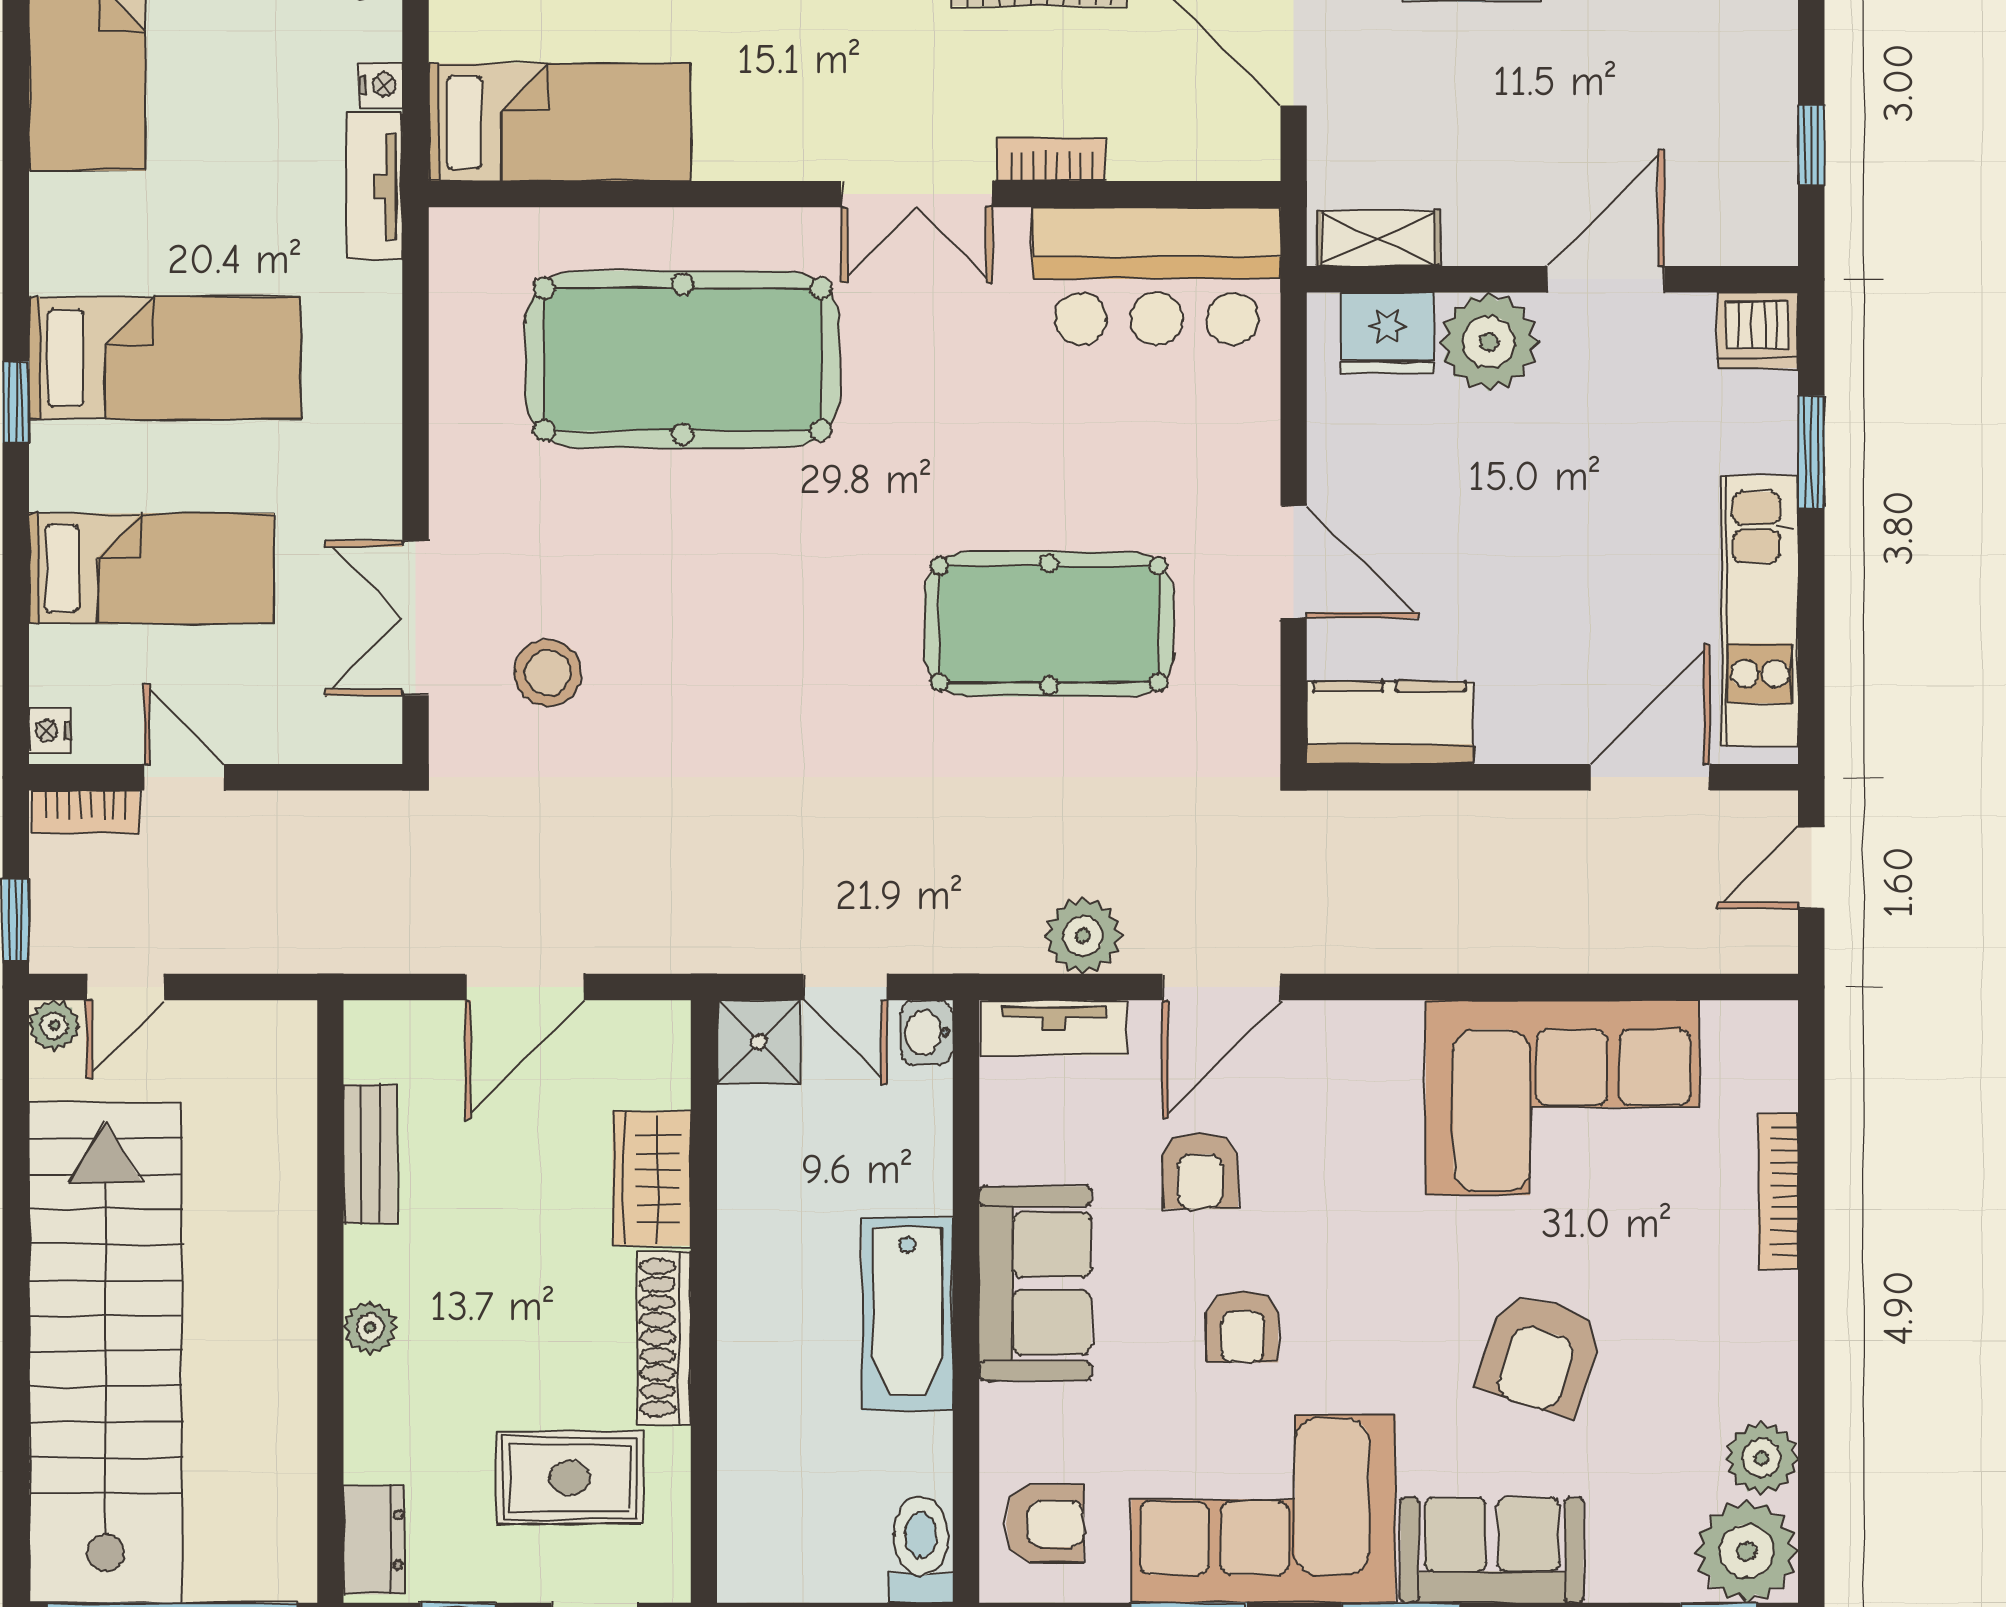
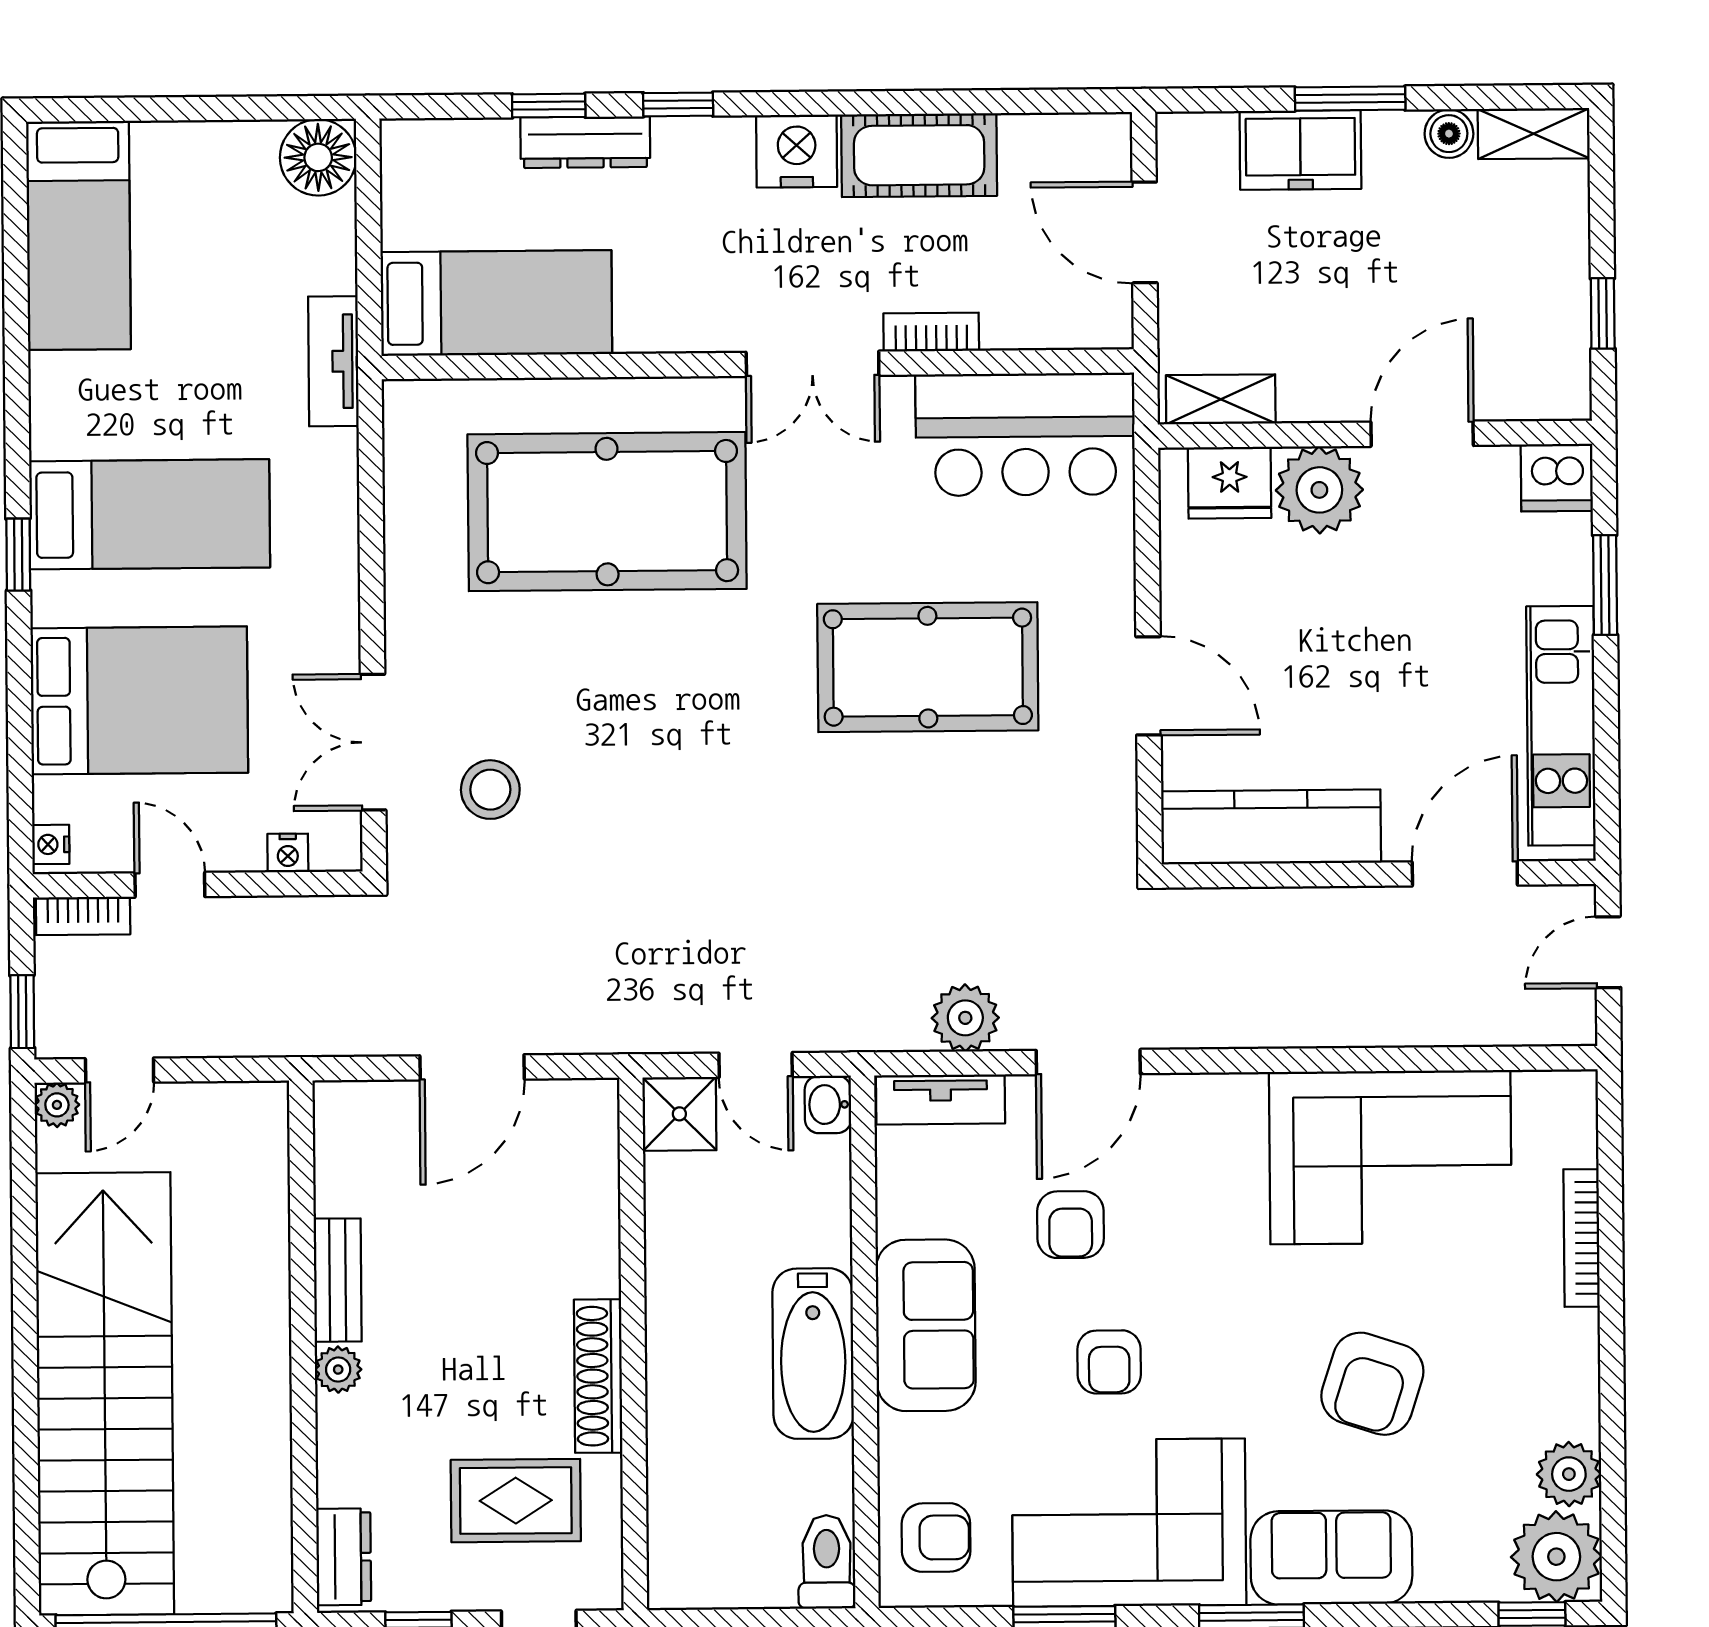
nightstand: (381, 85) -> (288, 853), moved, turned 90
bed: (151, 569) -> (139, 700), width x1.50
pool table: (1049, 624) -> (928, 667), moved
kitchen counter: (1390, 723) -> (1271, 827), width x1.50
bench: (370, 1154) -> (338, 1280), moved
wardrobe: (652, 1178) -> (586, 1235), removed

